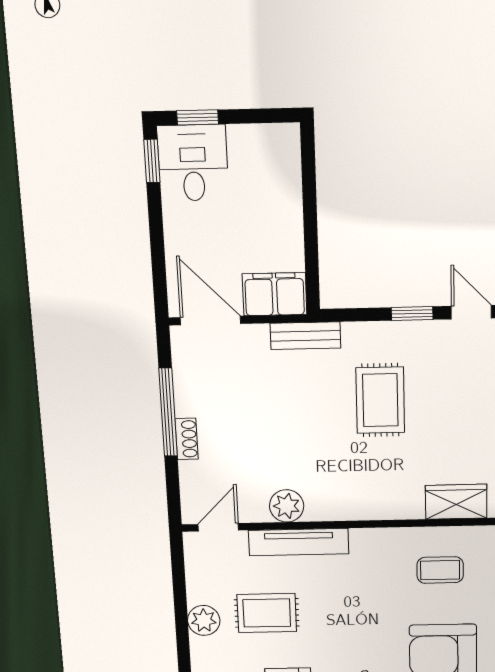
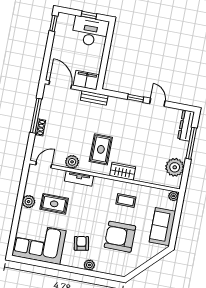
window: (198, 117) -> (89, 15), moved
desk: (193, 163) -> (90, 32), moved, width x1.37
rug: (380, 400) -> (101, 149), moved
wardrobe: (456, 502) -> (123, 171), moved
tv unit: (299, 542) -> (79, 178), width x0.71

